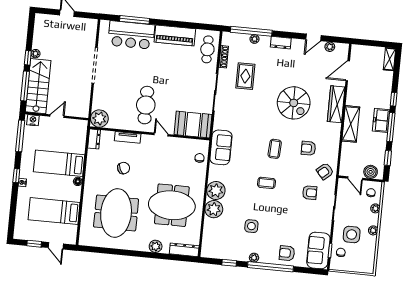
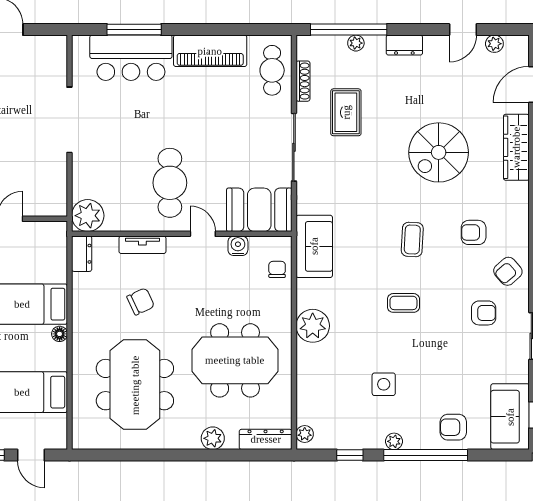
spiral stairs: (294, 103) -> (439, 152), turned 90
water cooler: (179, 143) -> (238, 246), added
plant: (214, 209) -> (305, 434), moved, width x0.53, depth x0.53

